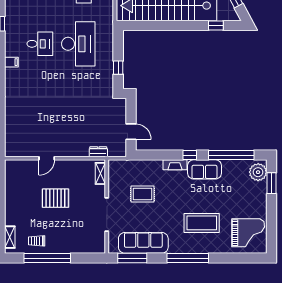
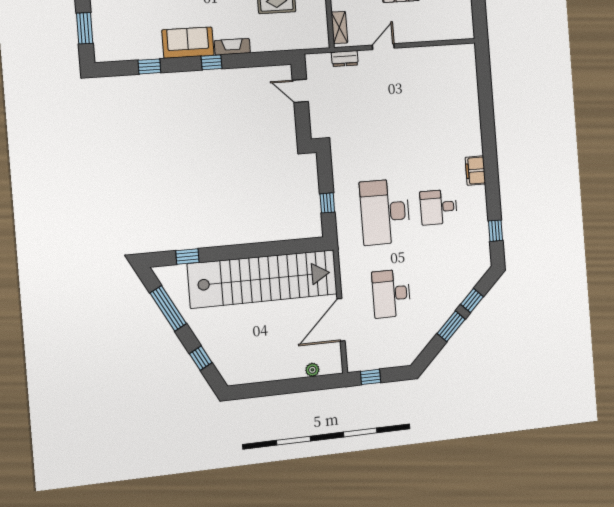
filing cabinet: (11, 62) -> (475, 171), width x2.00
window: (118, 68) -> (327, 203), moved
window: (231, 155) -> (149, 66), width x0.32
door: (47, 158) -> (383, 47), moved
plant: (258, 172) -> (107, 43), removed

